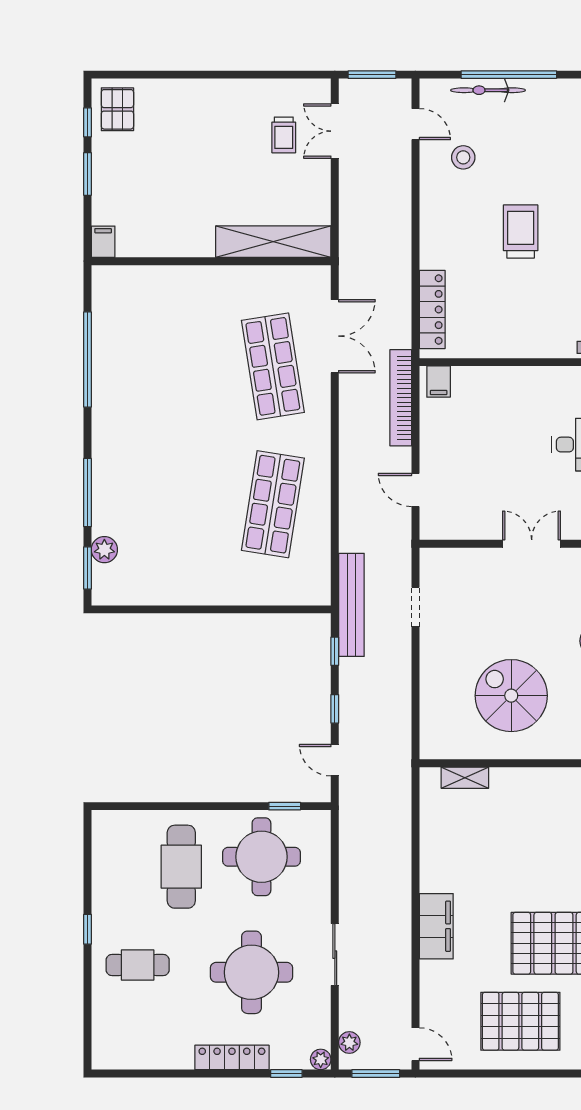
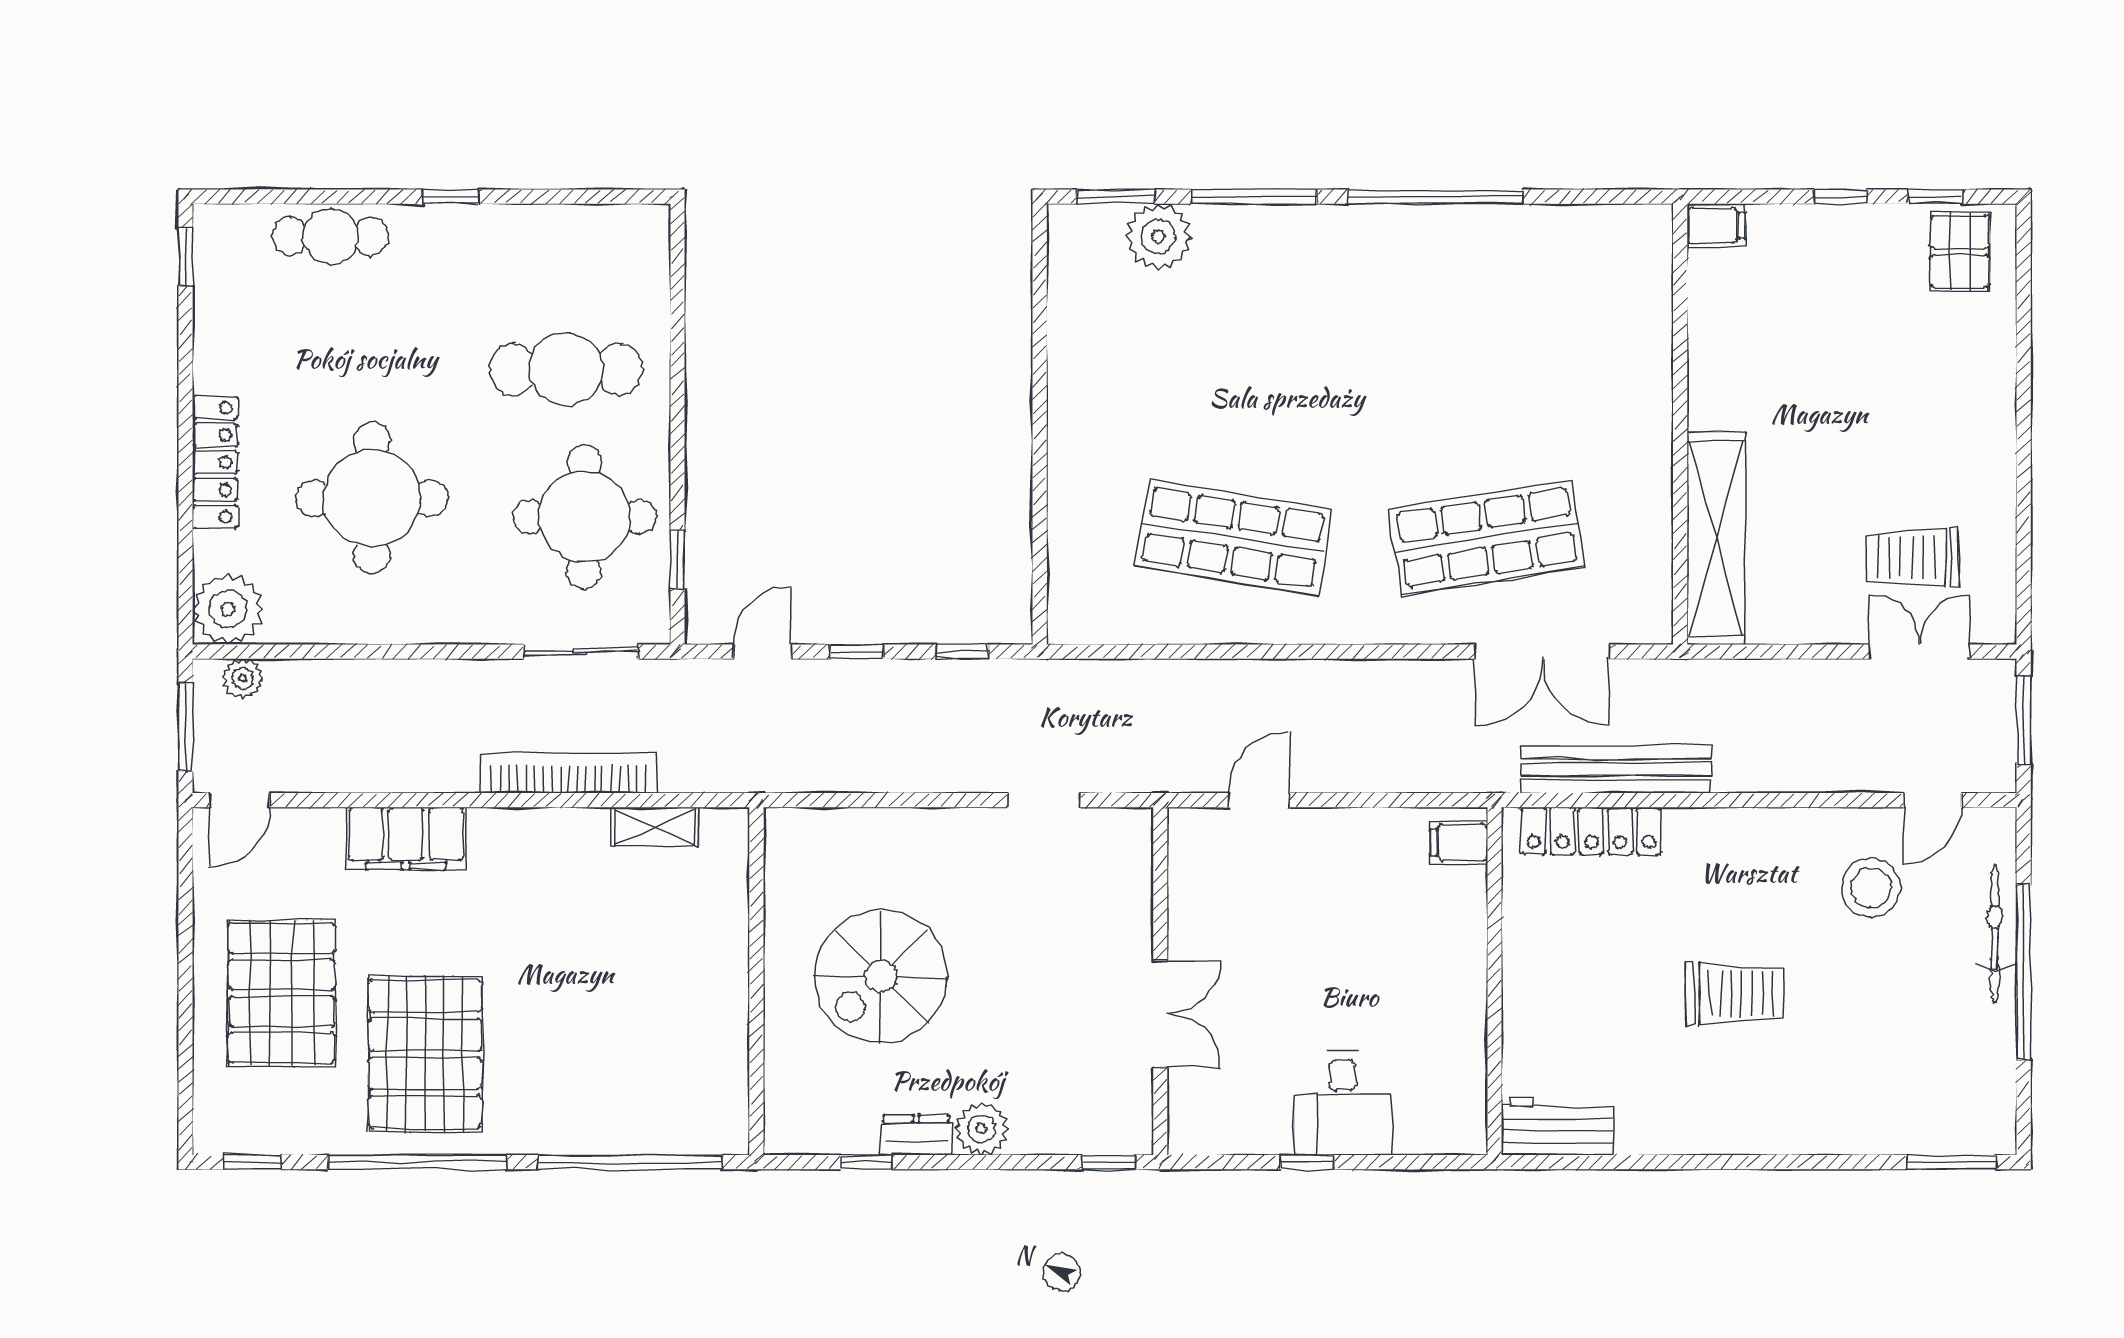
pallet: (117, 109) -> (1960, 252), turned 90
trolley: (284, 135) -> (1913, 558), width x1.36, depth x1.39
stool: (463, 157) -> (1871, 888), width x1.38, depth x1.38
window: (88, 174) -> (1841, 197), width x0.67
window: (88, 359) -> (1435, 197), moved
bookcase: (401, 398) -> (569, 773), moved
plant: (104, 550) -> (1158, 236), width x1.36, depth x1.36
bench: (351, 605) -> (1616, 770), moved
spiral stairs: (511, 696) -> (881, 976), turned 180
shelving: (465, 778) -> (655, 827), moved, turned 90
filing cabinet: (436, 926) -> (406, 838), moved
sliding door: (335, 955) -> (581, 652), moved
cafe table: (138, 965) -> (330, 236), moved, turned 90
plant: (321, 1059) -> (228, 609), width x1.88, depth x1.88
window: (286, 1074) -> (186, 257), moved

